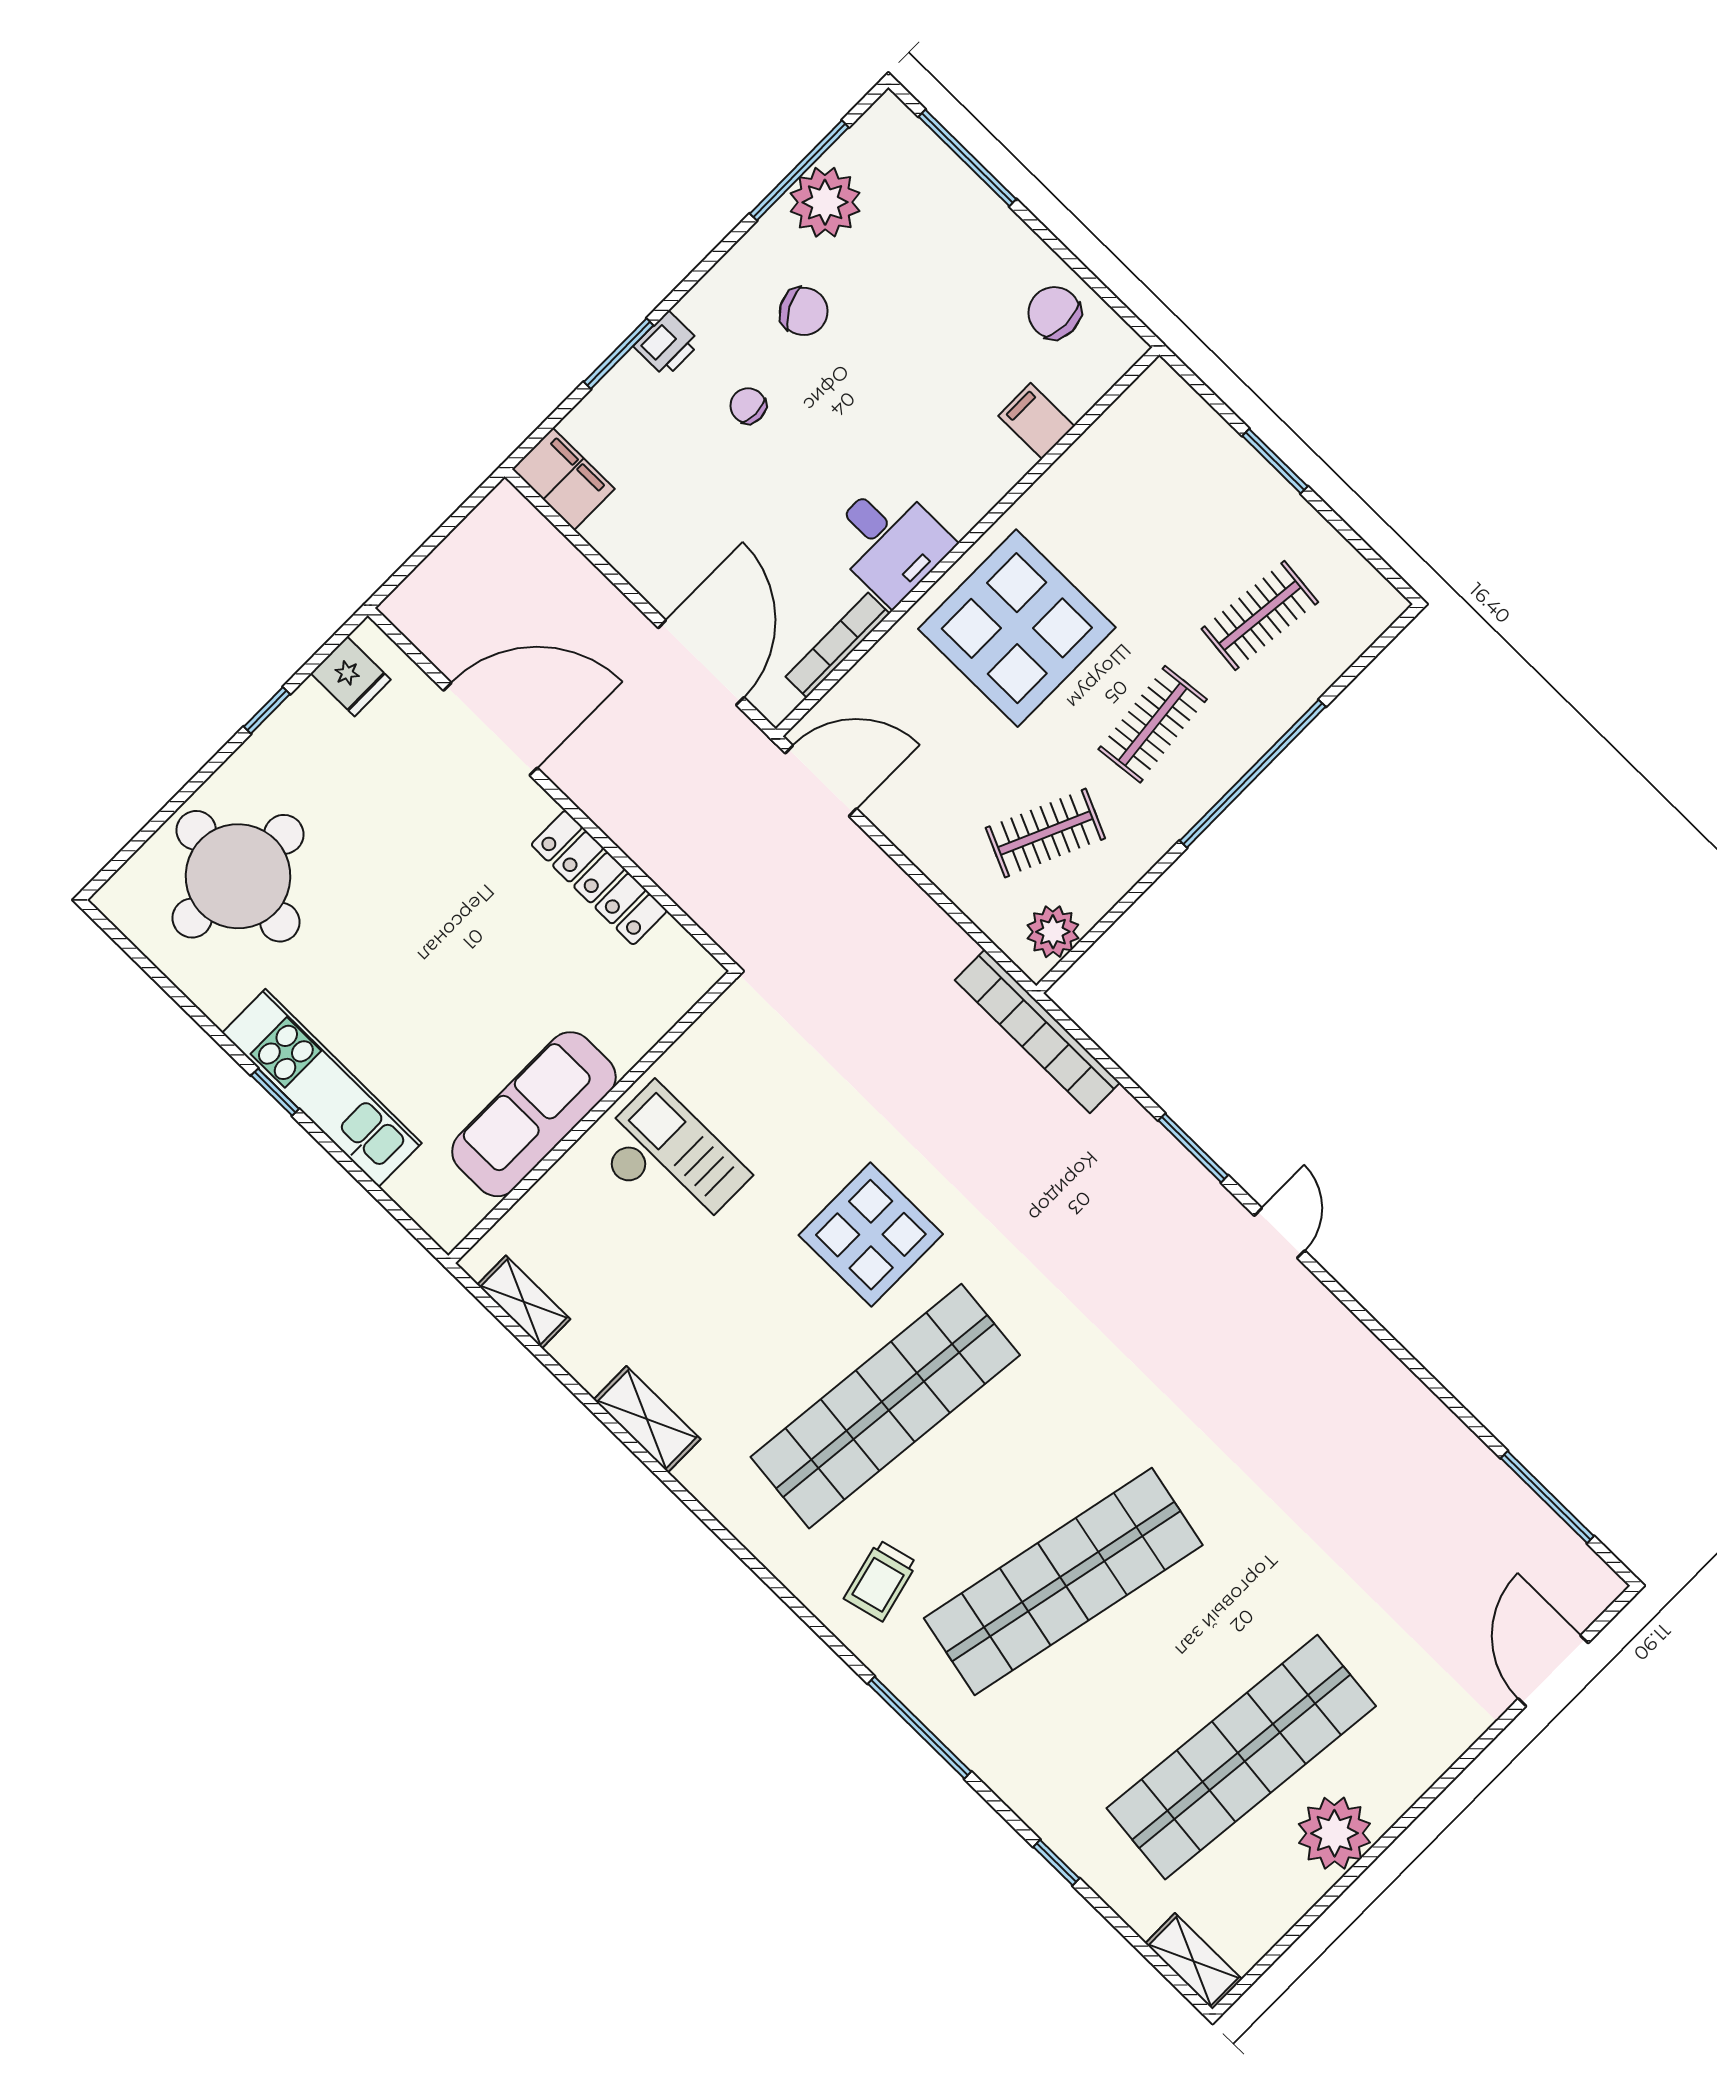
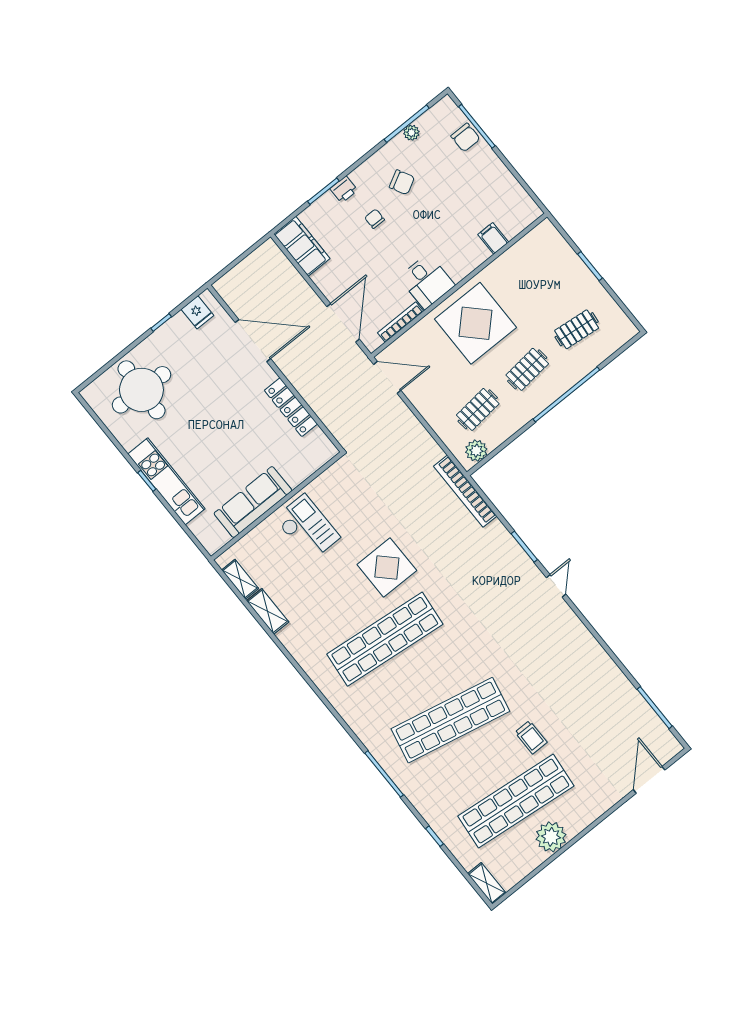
plant: (825, 202) -> (411, 133), width x0.53, depth x0.53
chair: (1054, 313) -> (465, 137), moved, turned 180
filing cabinet: (563, 479) -> (302, 246), width x1.50, depth x1.17
clothes rail: (1045, 833) -> (478, 409), turned -30
shelving: (647, 1419) -> (268, 611), moved
trolley: (881, 1581) -> (531, 737), moved, turned -76

